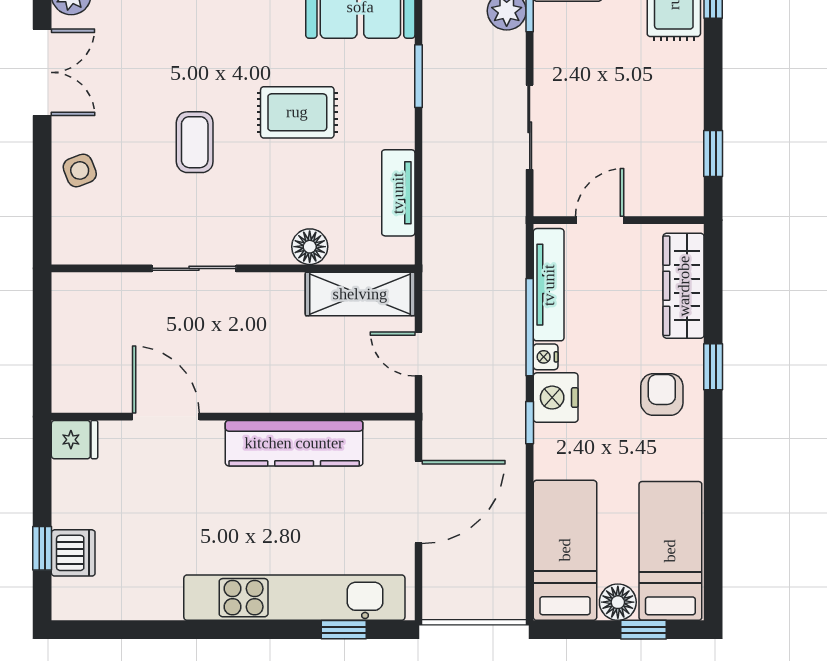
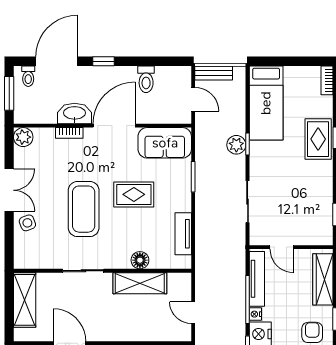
double door: (42, 72) -> (9, 190), moved
coffee table: (195, 142) -> (84, 209), width x1.86, depth x1.72
door: (600, 220) -> (282, 247), swing flipped
shelving: (360, 294) -> (140, 283), moved
shelving: (74, 328) -> (25, 300), added

